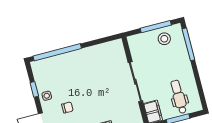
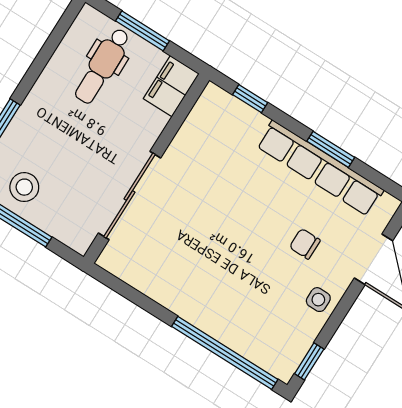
sliding door: (135, 82) -> (130, 196), moved
window: (34, 89) -> (309, 361), moved

